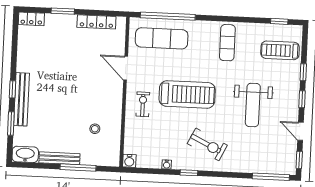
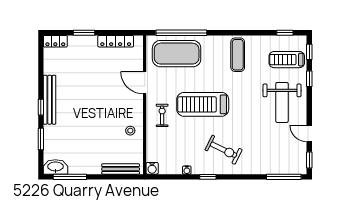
exercise mat: (162, 38) -> (177, 54), width x1.47
treadmill: (187, 94) -> (203, 104), turned 180
bench: (21, 99) -> (50, 100), moved
window: (302, 99) -> (309, 52), moved
weight bench: (253, 105) -> (282, 102), moved
stool: (95, 129) -> (130, 131), moved
bench: (59, 158) -> (121, 169), moved
window: (78, 168) -> (70, 177), moved

